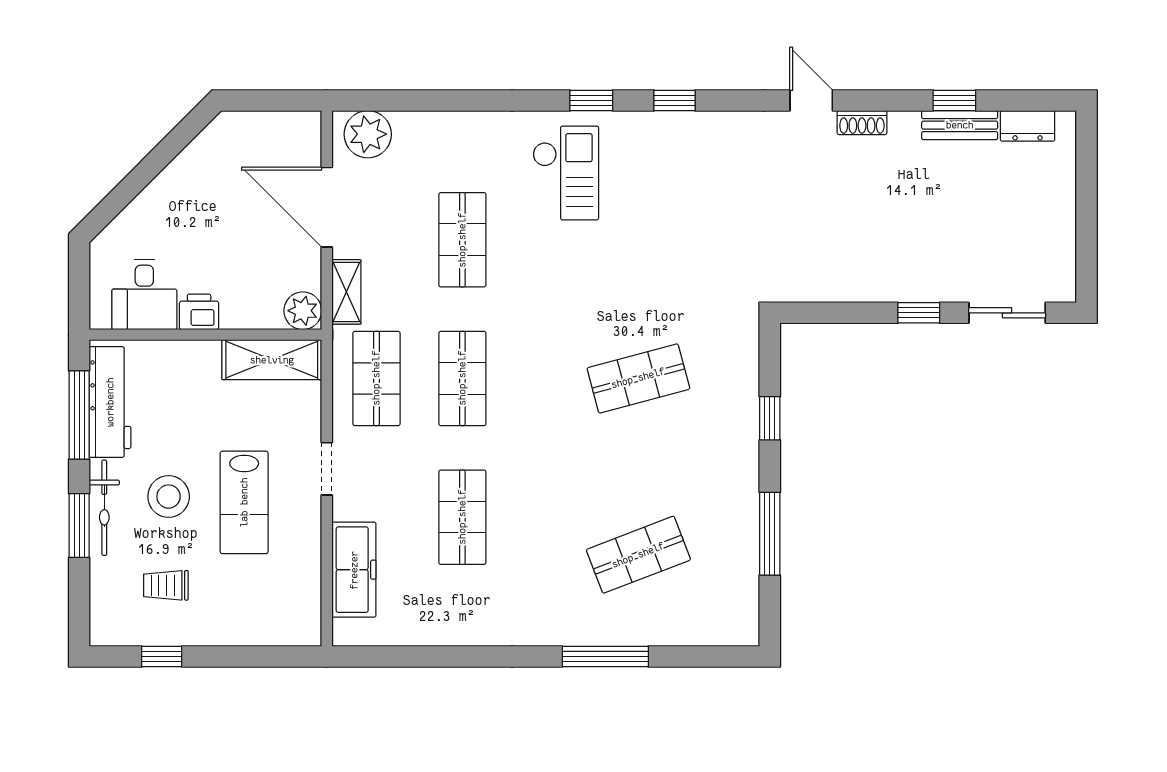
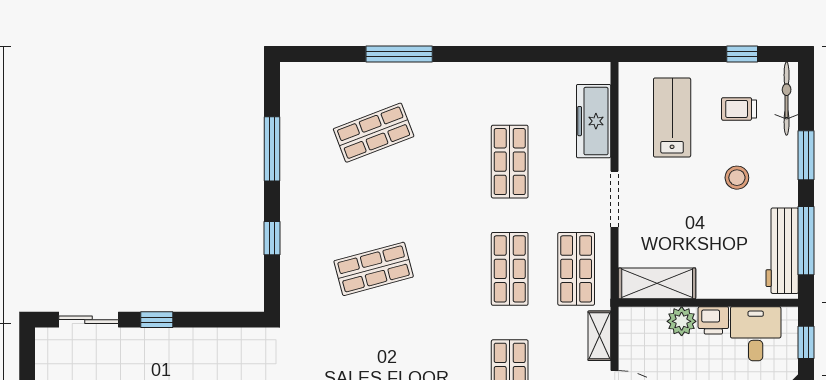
window: (79, 284) -> (806, 342), added
plant: (303, 311) -> (682, 321), moved
doorway: (327, 469) -> (615, 199), width x1.38
stool: (169, 497) -> (737, 178), width x0.73, depth x0.73
lab bench: (244, 502) -> (672, 118), moved
bicycle: (104, 508) -> (787, 99), moved
trolley: (166, 585) -> (739, 109), turned 180

